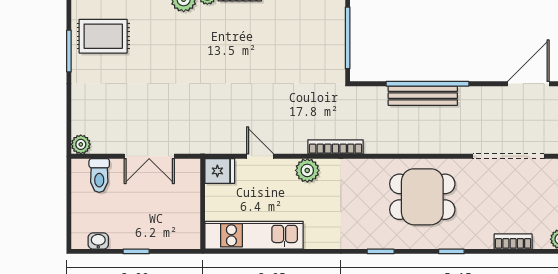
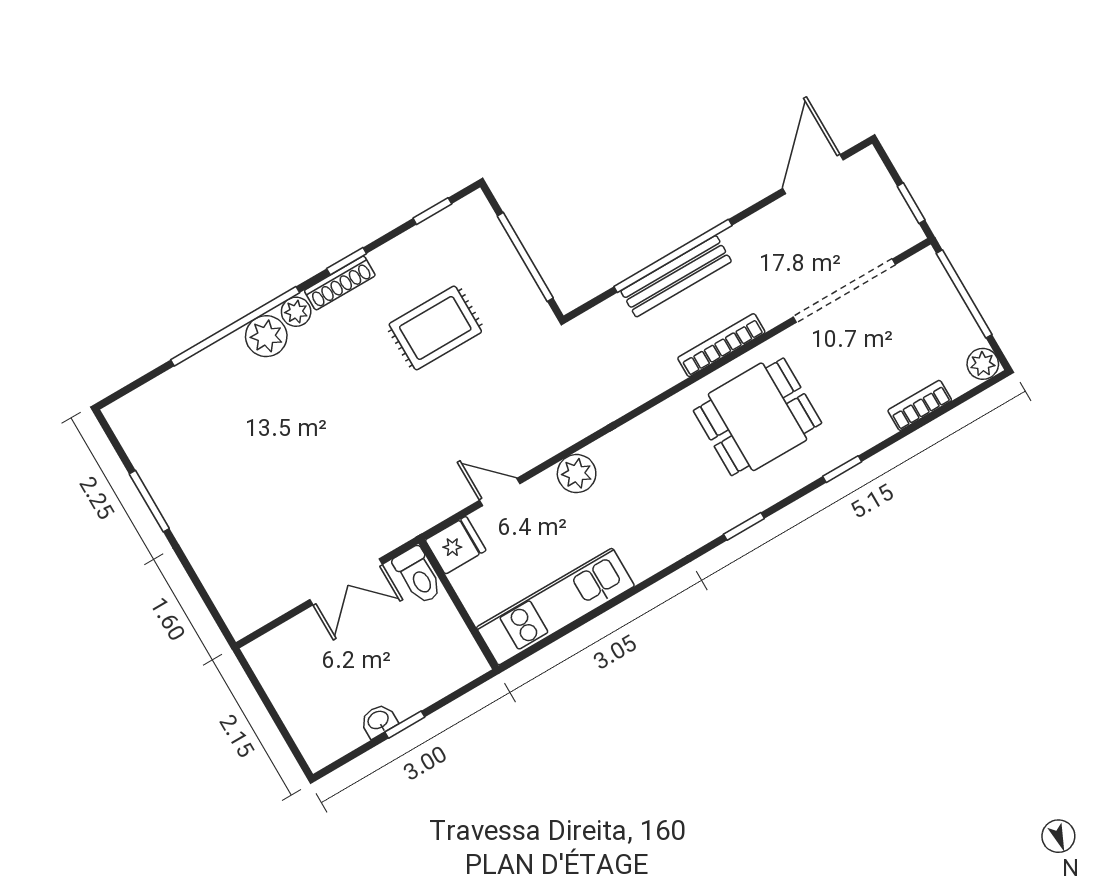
rug: (103, 36) -> (435, 328), moved
plant: (81, 144) -> (241, 621), removed
bookcase: (335, 147) -> (721, 345), moved
toilet: (99, 175) -> (418, 575), moved
washbasin: (98, 241) -> (378, 721), moved

